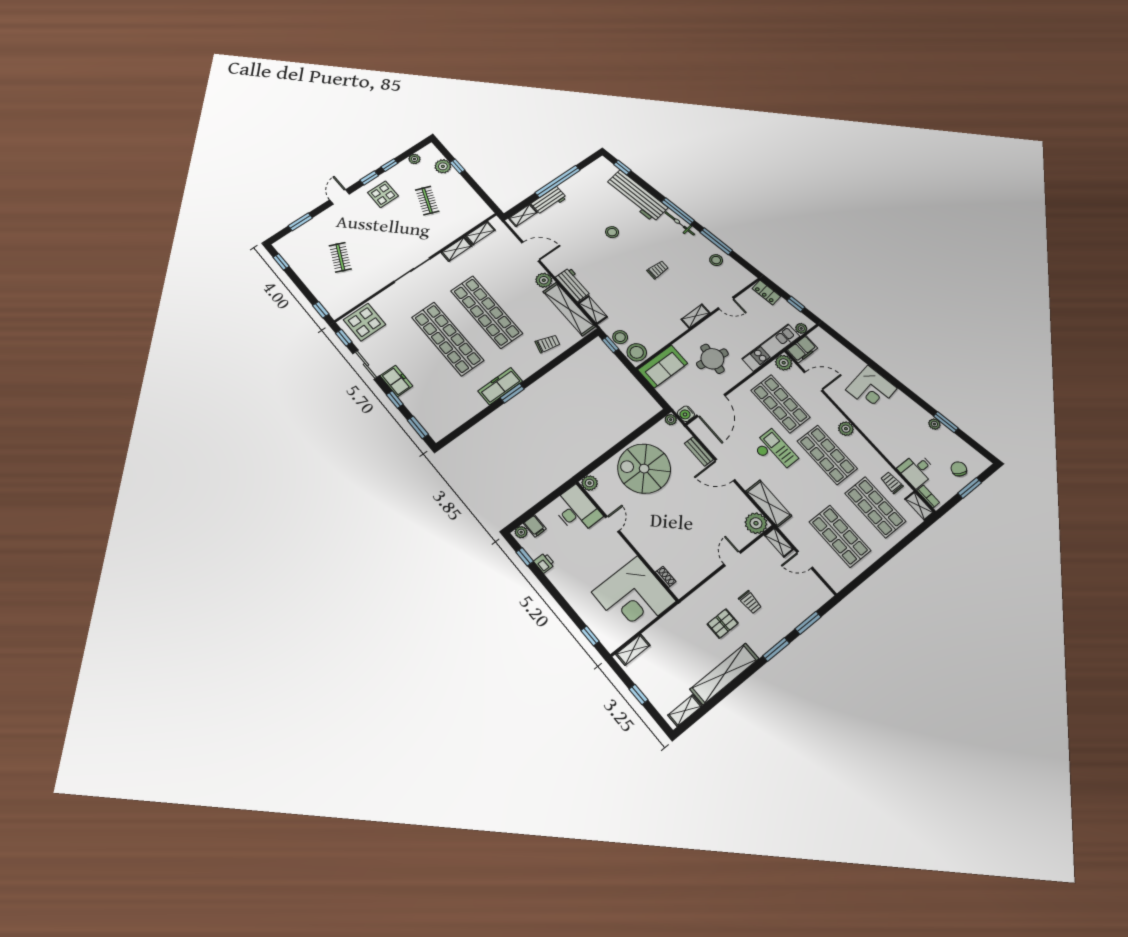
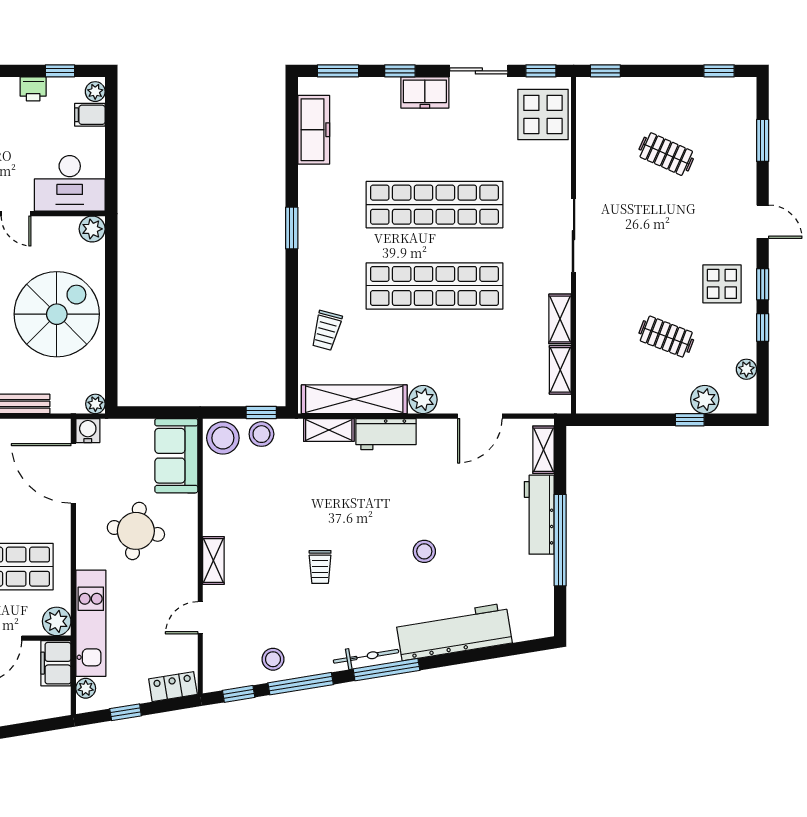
window: (622, 167) -> (239, 694), moved
workbench: (549, 201) -> (539, 515), width x1.38
freezer: (500, 386) -> (314, 130), moved

